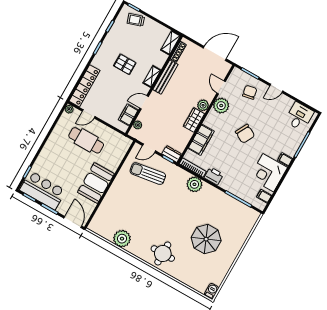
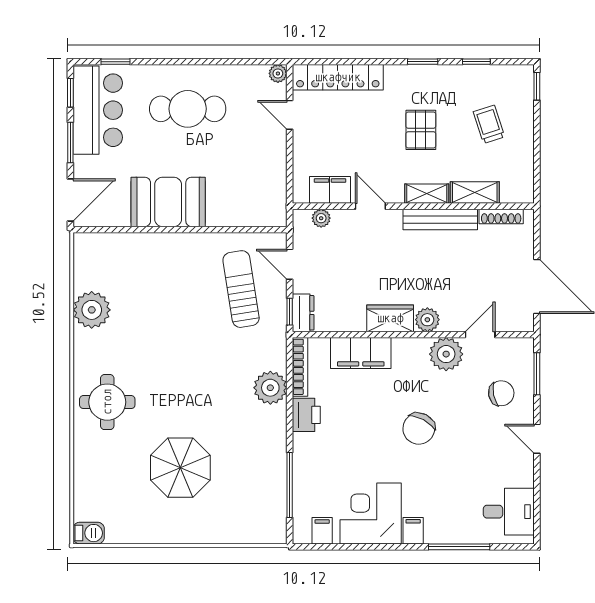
trolley: (136, 20) -> (489, 124), moved
shelving: (171, 43) -> (475, 193), moved
cafe table: (86, 140) -> (188, 109), moved, turned 90

